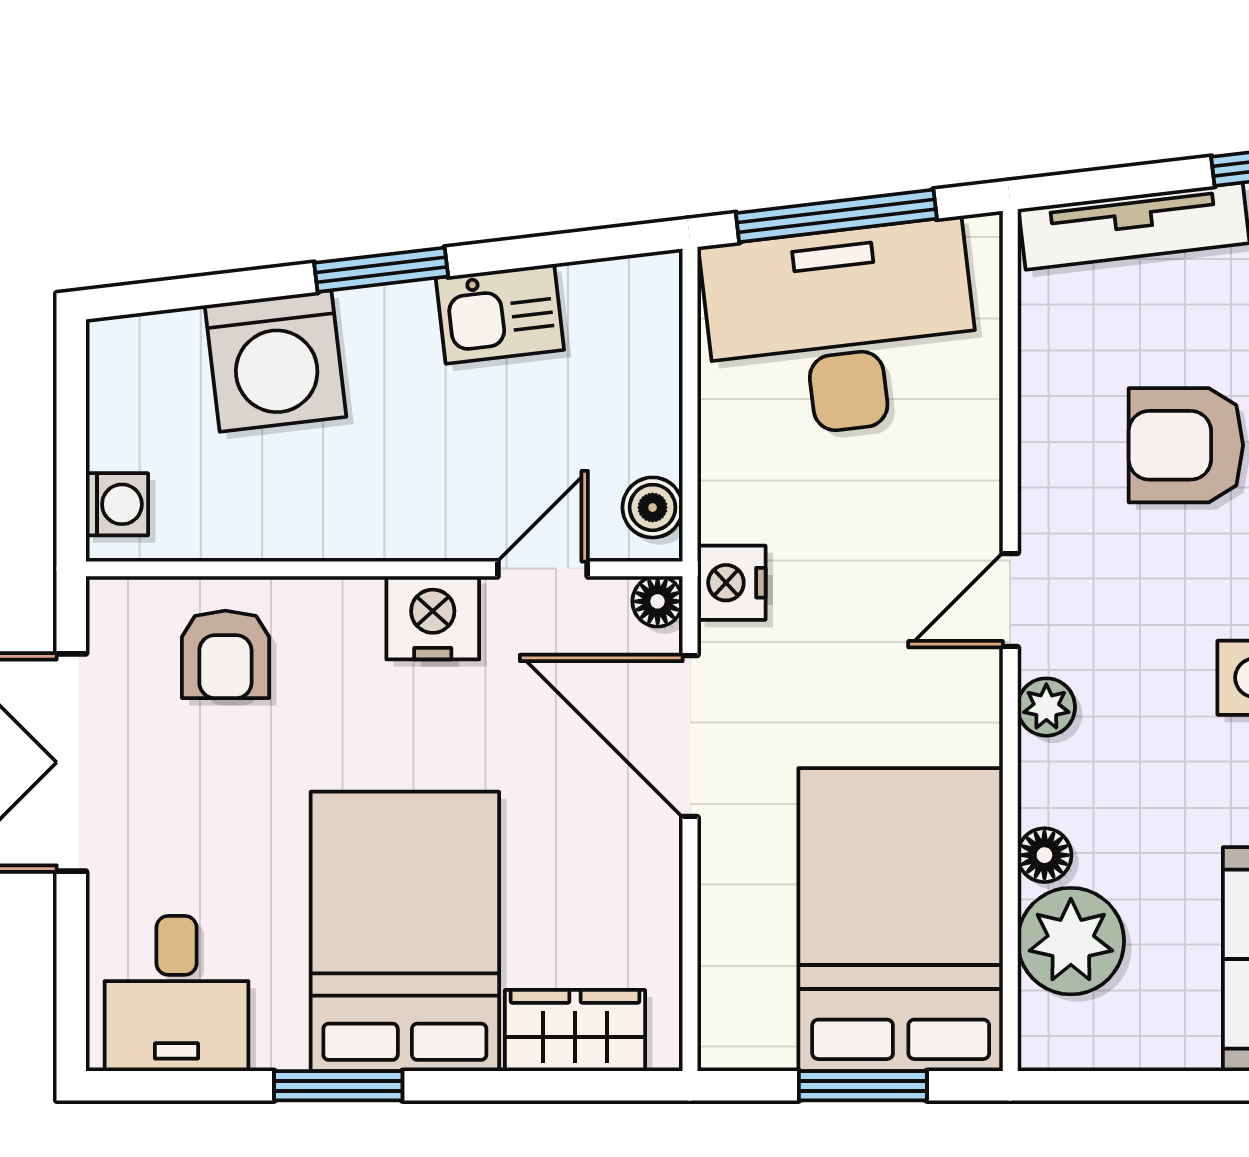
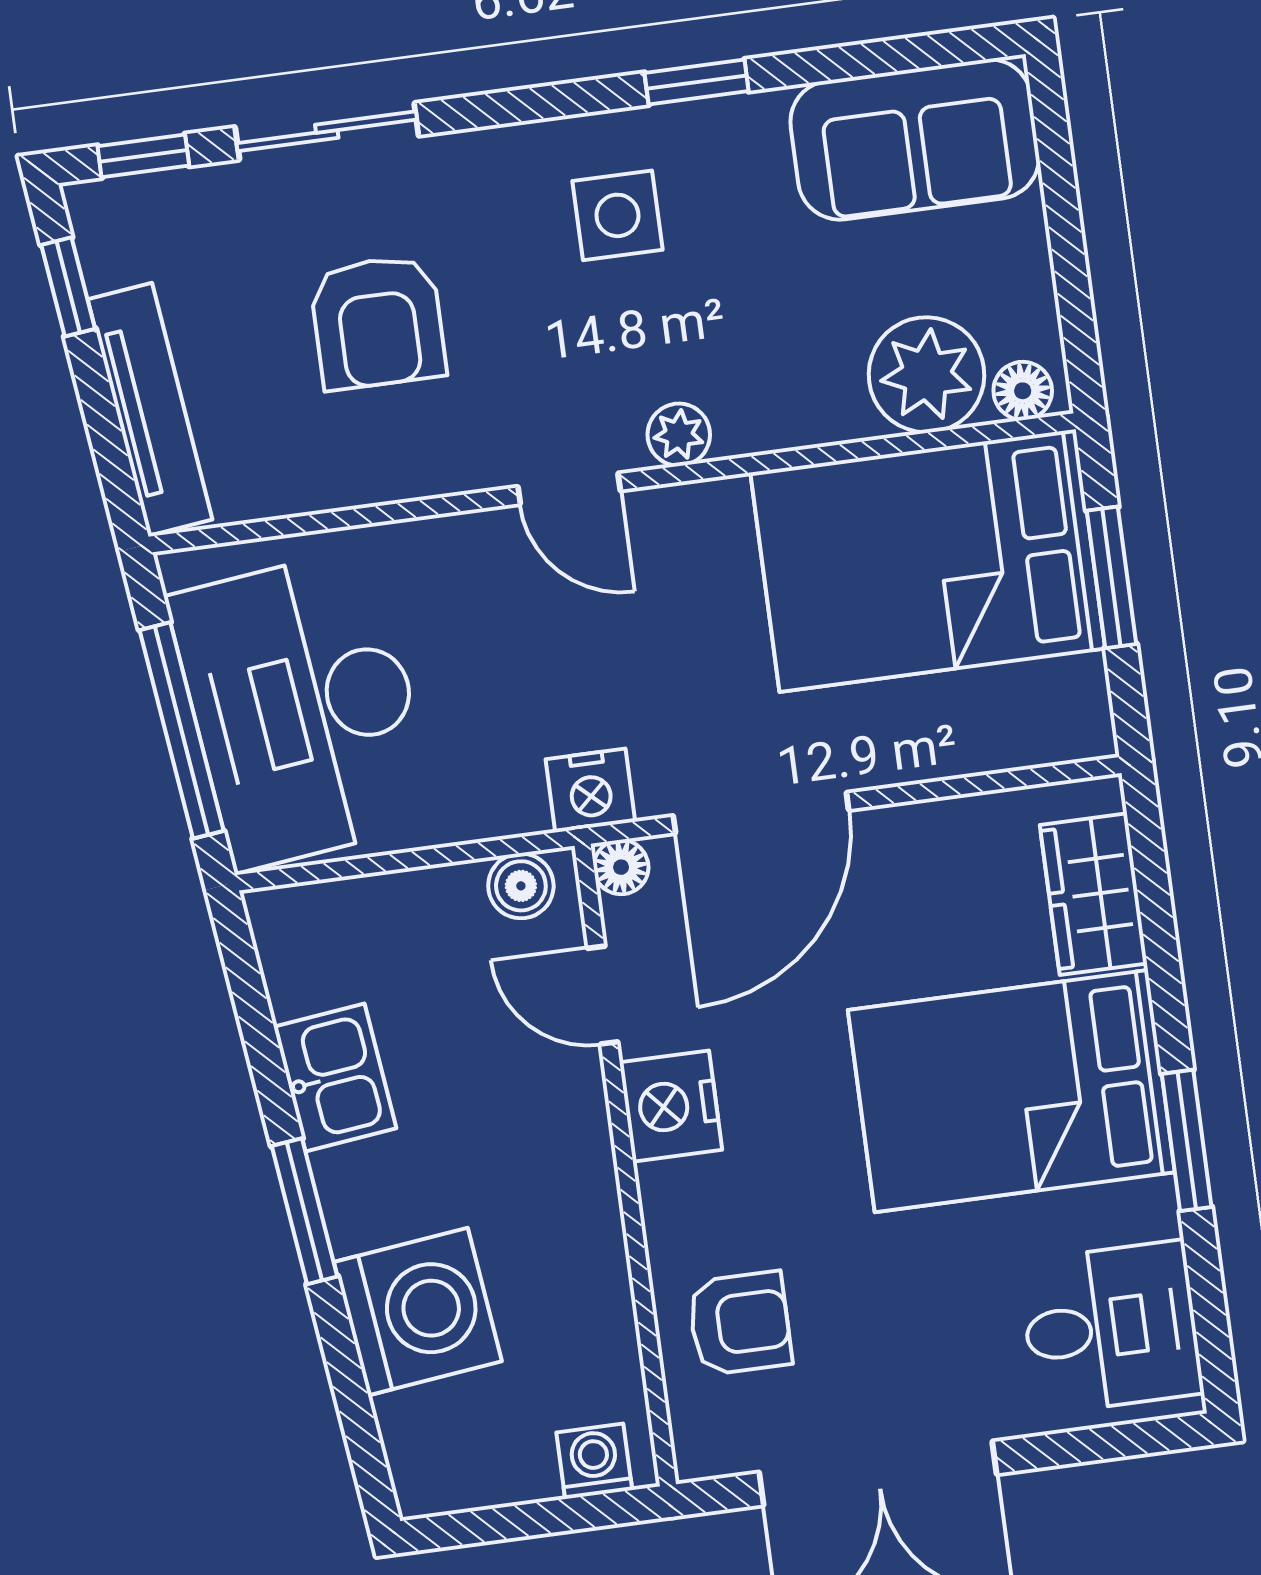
floor lamp: (1044, 855) -> (1023, 391), moved

